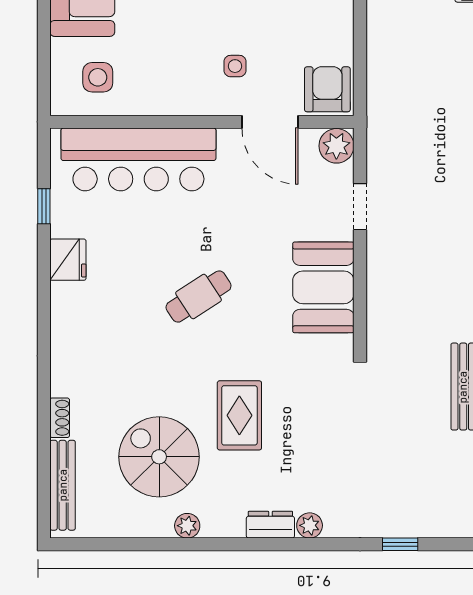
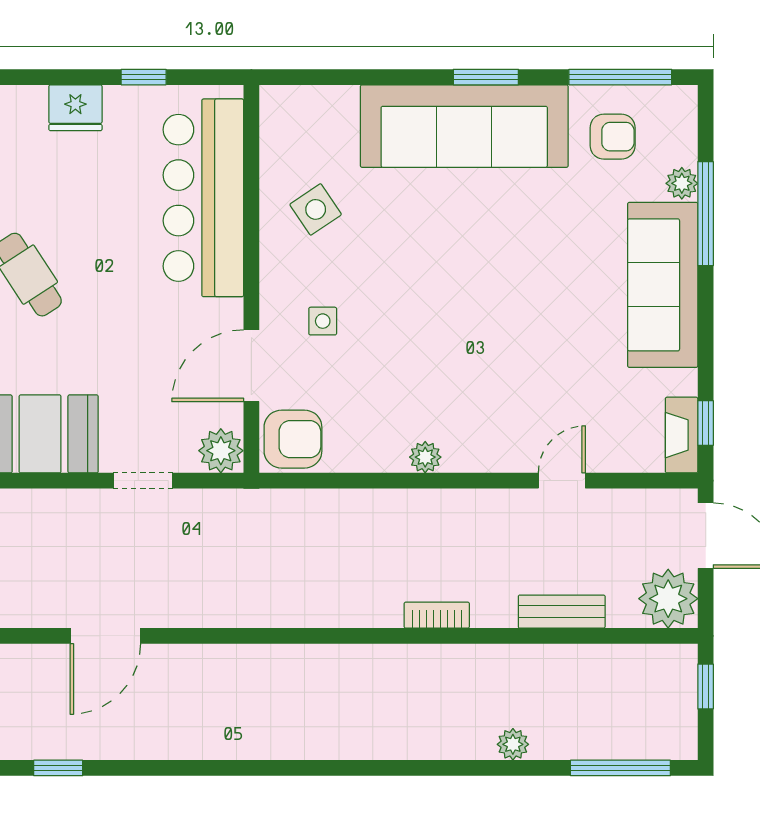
side table: (98, 77) -> (316, 209), moved, turned -34

